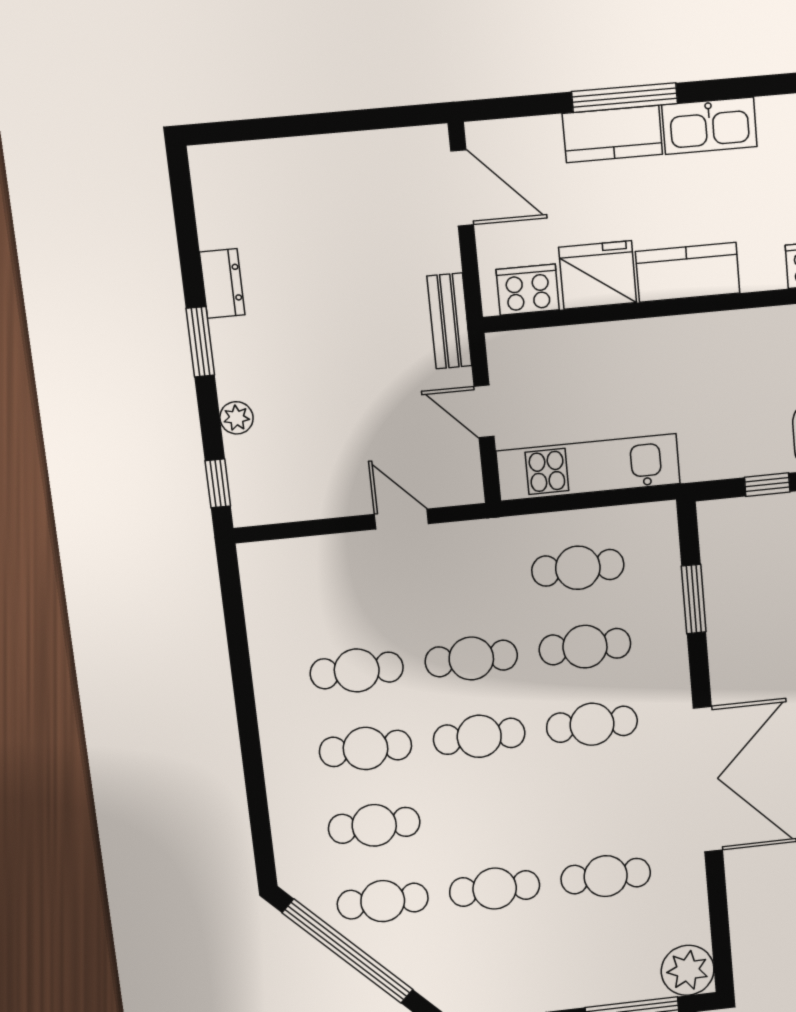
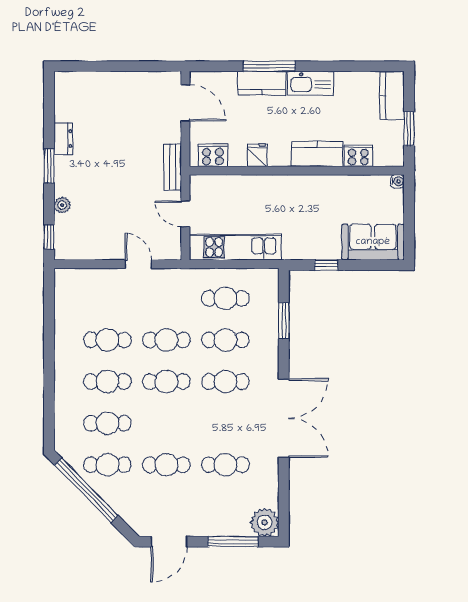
kitchen counter: (688, 272) -> (317, 154), moved
fridge: (598, 275) -> (257, 155), width x0.53, depth x0.75

